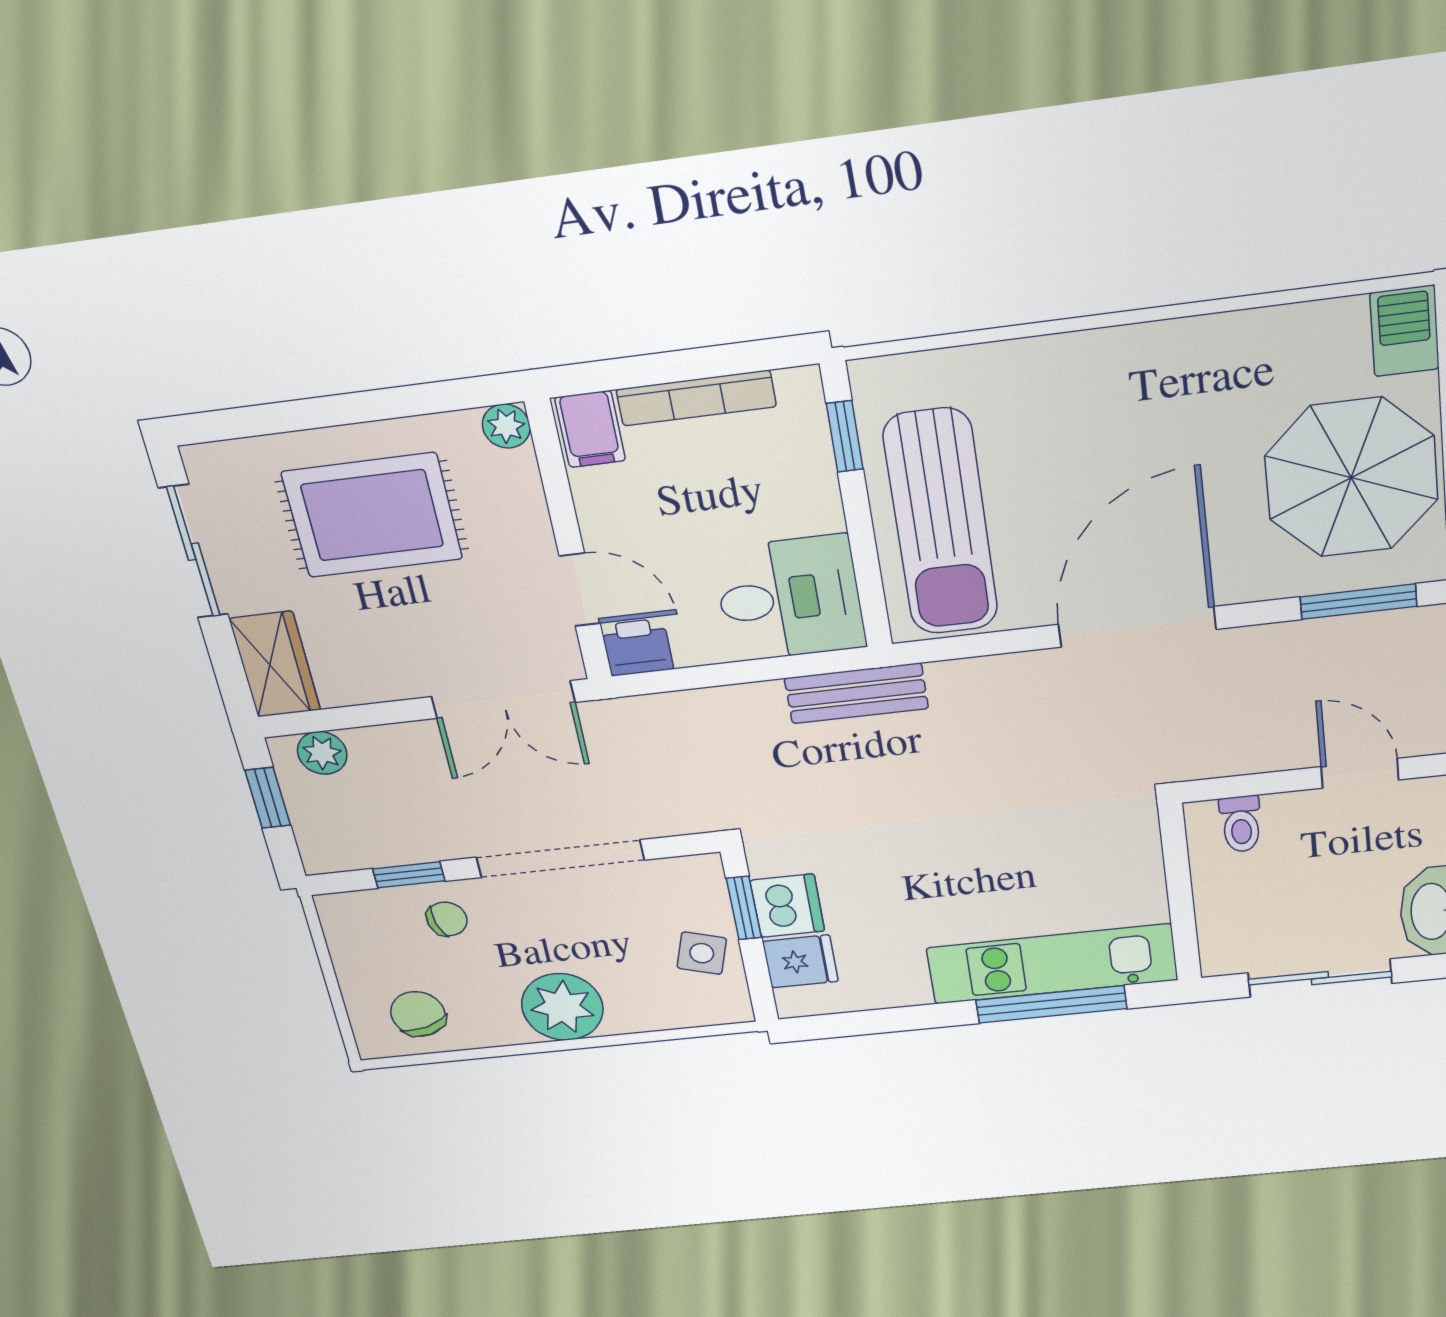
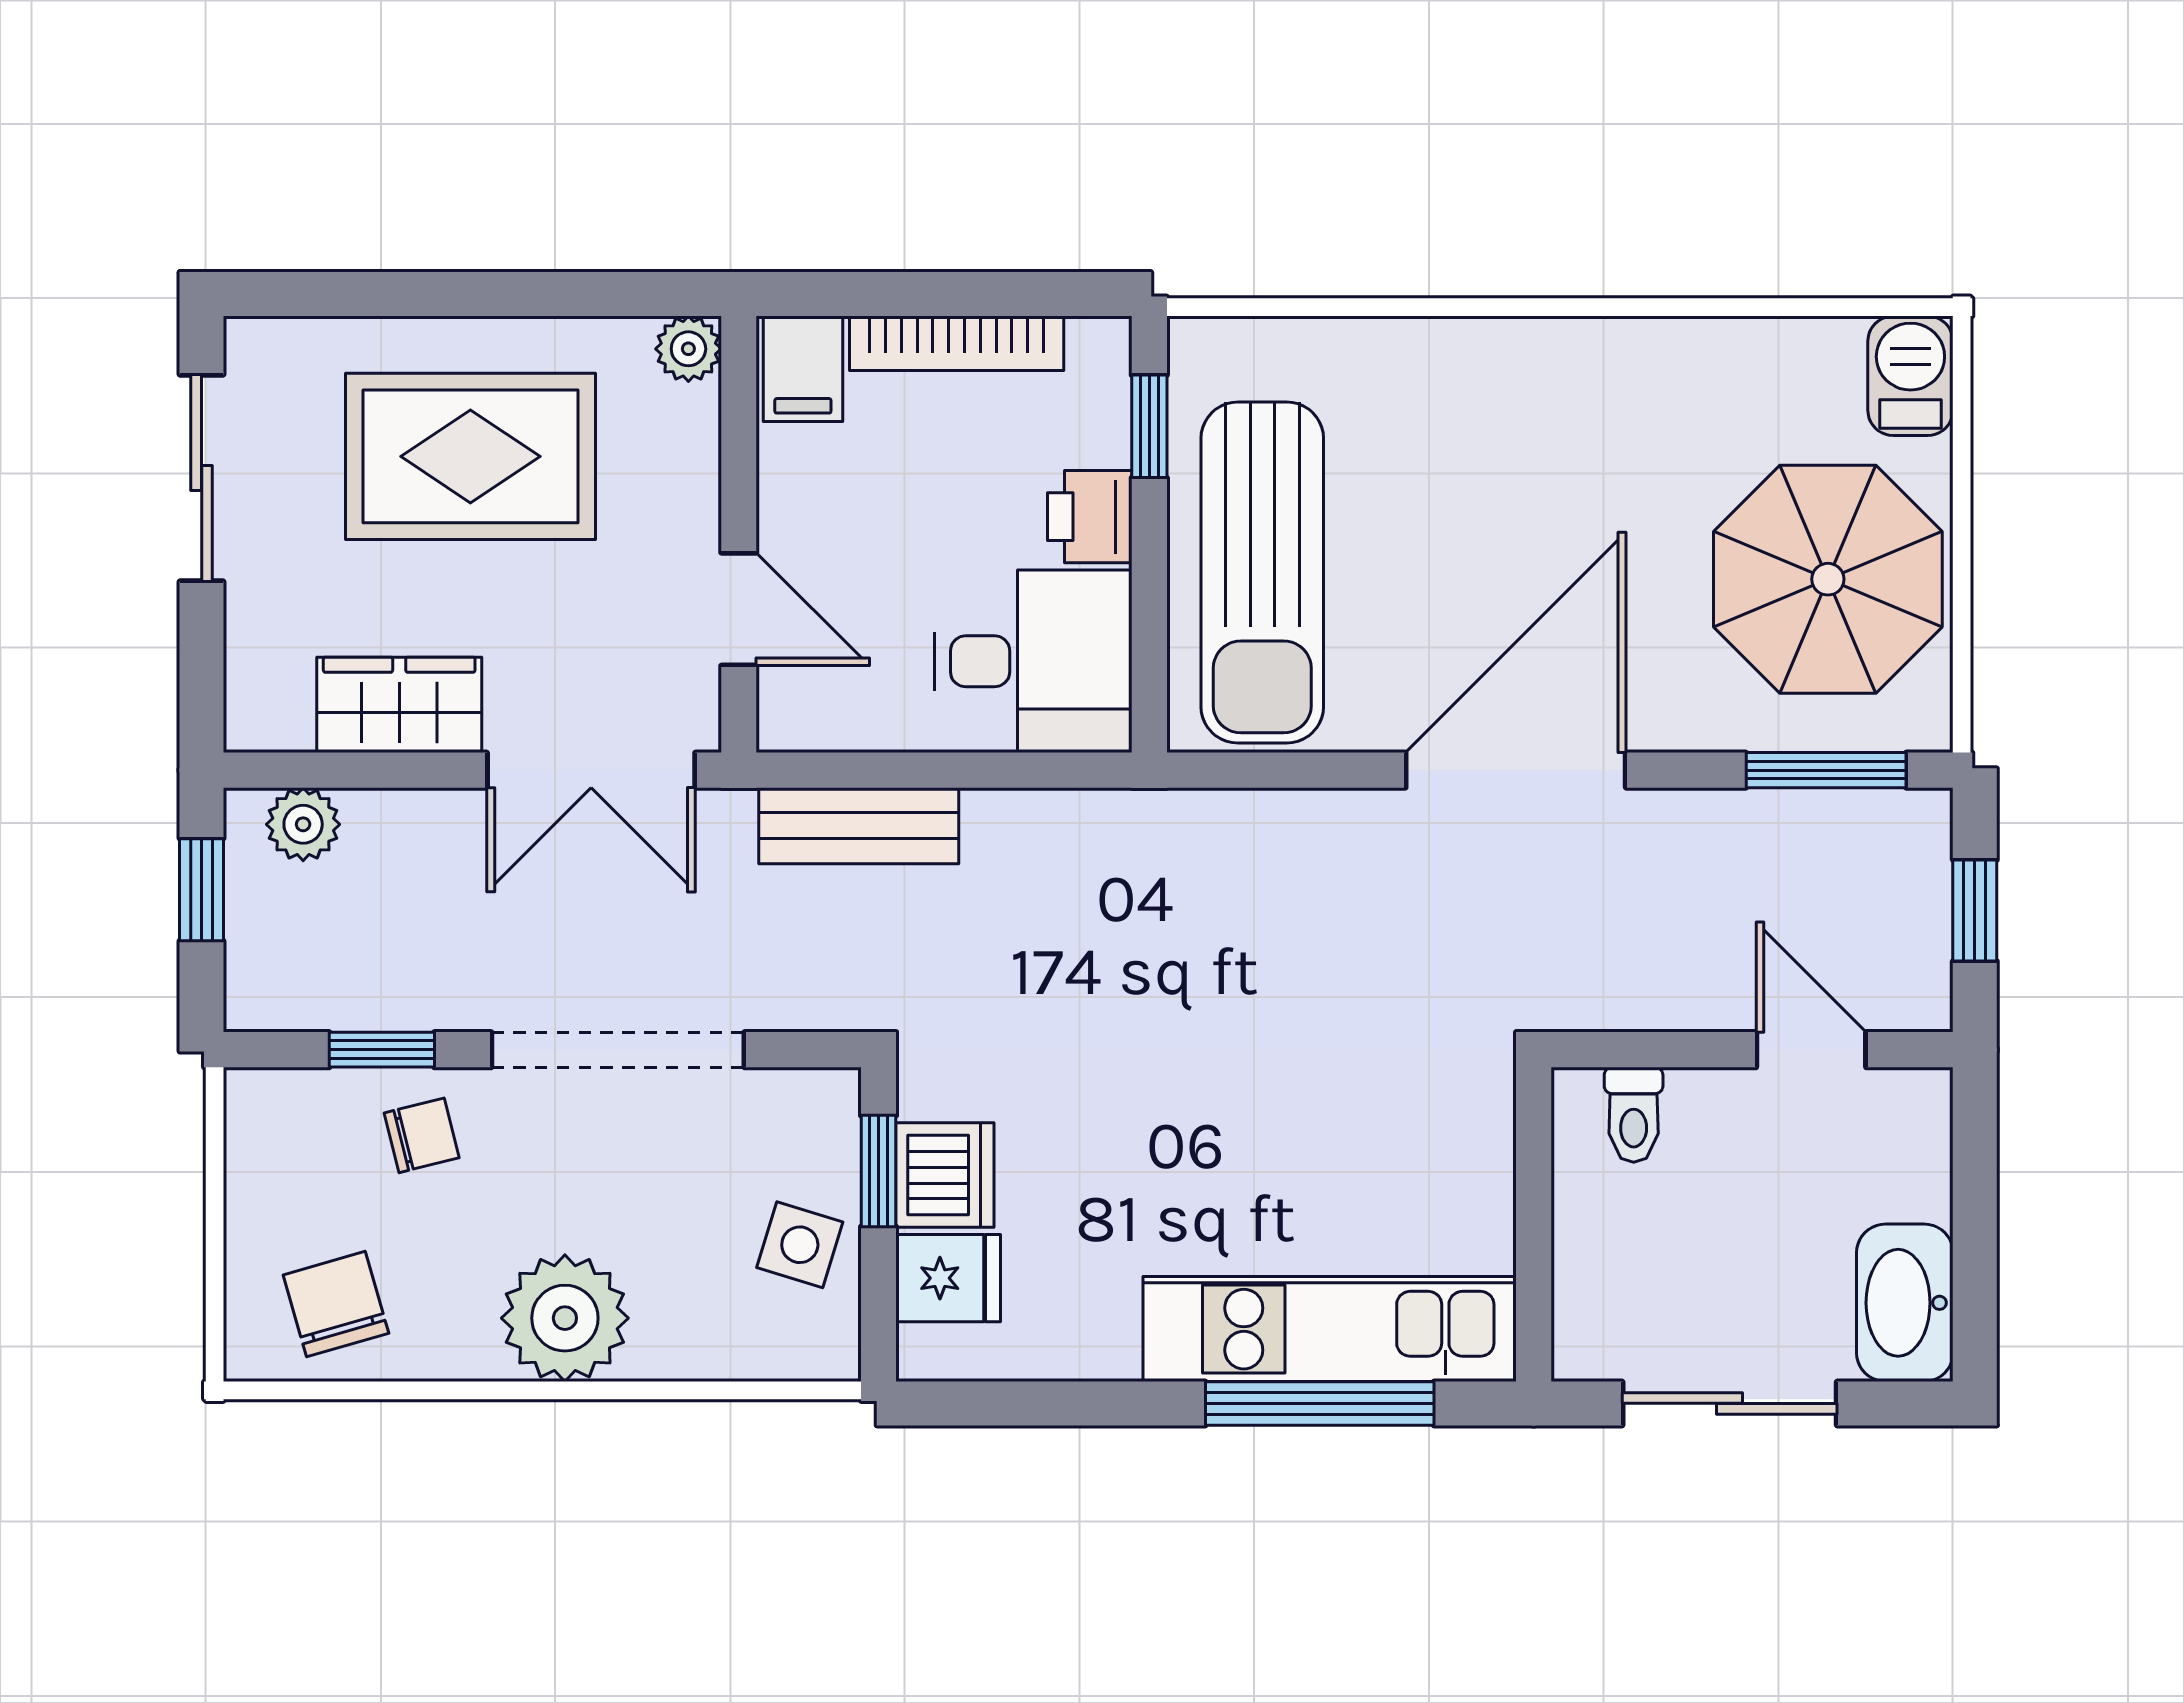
printer: (637, 647) -> (1090, 517), moved, turned -90
wardrobe: (275, 664) -> (399, 705), moved, turned -90
bench: (856, 693) -> (859, 826), moved

